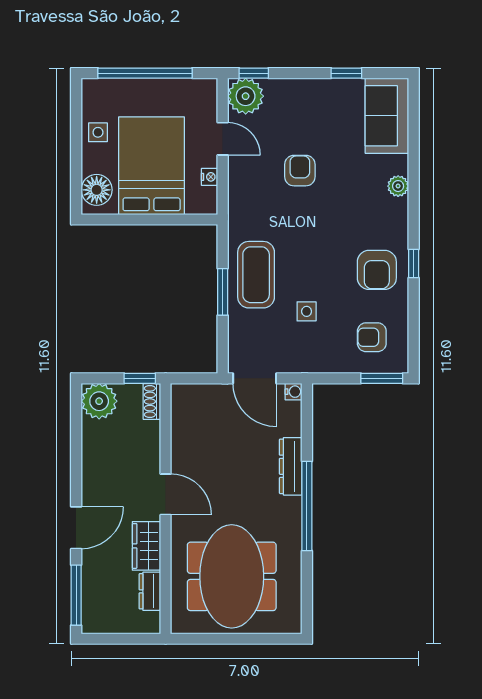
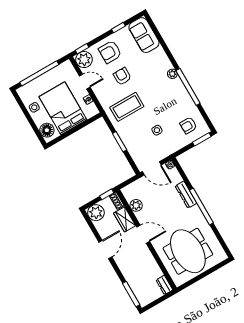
plant: (398, 186) -> (172, 74), moved
window: (414, 264) -> (188, 87), width x3.17
armchair: (377, 270) -> (110, 52), moved, turned 90
coffee table: (256, 275) -> (127, 107), moved, turned 90
plant: (184, 432) -> (136, 205), added
door: (76, 528) -> (105, 250), moved
wardrobe: (146, 546) -> (125, 219), moved
dresser: (150, 591) -> (164, 285), moved

